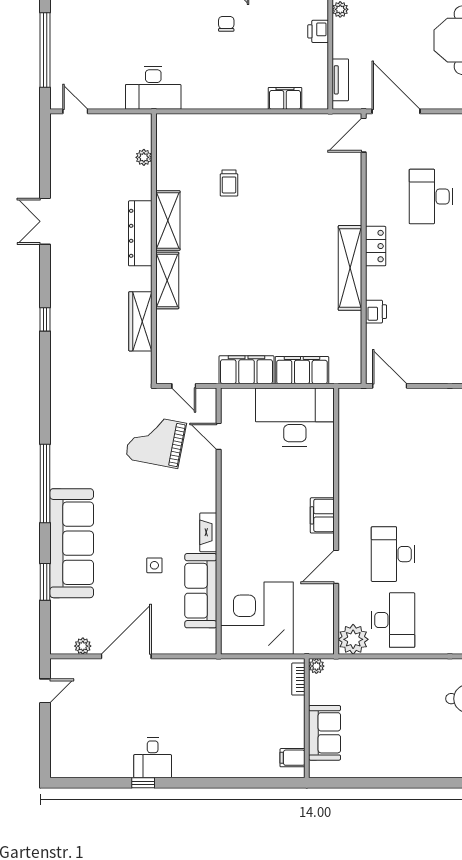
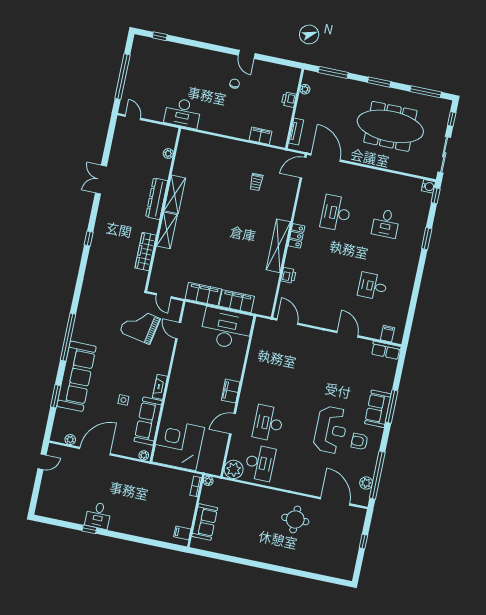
trolley: (229, 183) -> (256, 182), moved
plant: (205, 647) -> (144, 455), added

